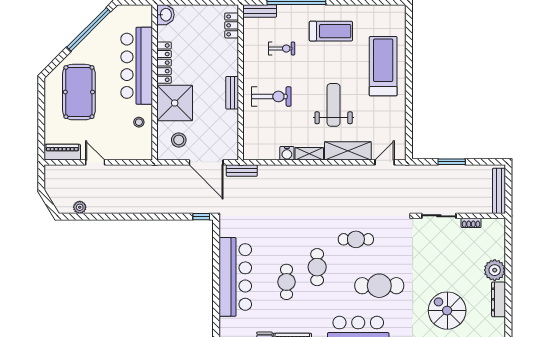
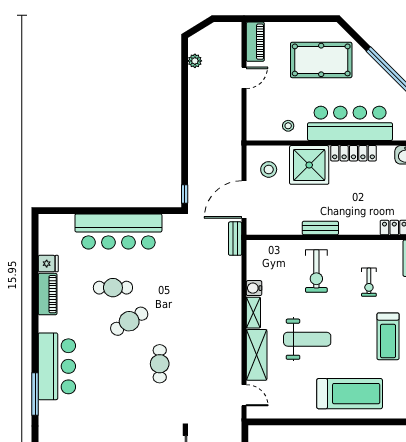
cafe table: (317, 267) -> (129, 321), turned -32
cafe table: (379, 286) -> (109, 389), removed

